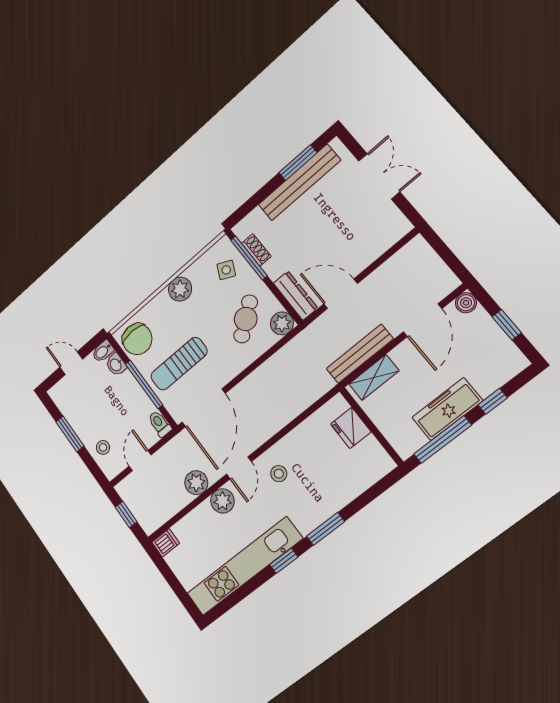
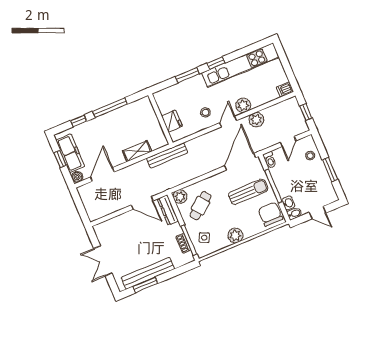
bench: (360, 354) -> (167, 156), moved
freezer: (447, 409) -> (70, 153), moved, turned -90
wall: (371, 426) -> (160, 119), moved
fridge: (351, 428) -> (172, 121), moved

